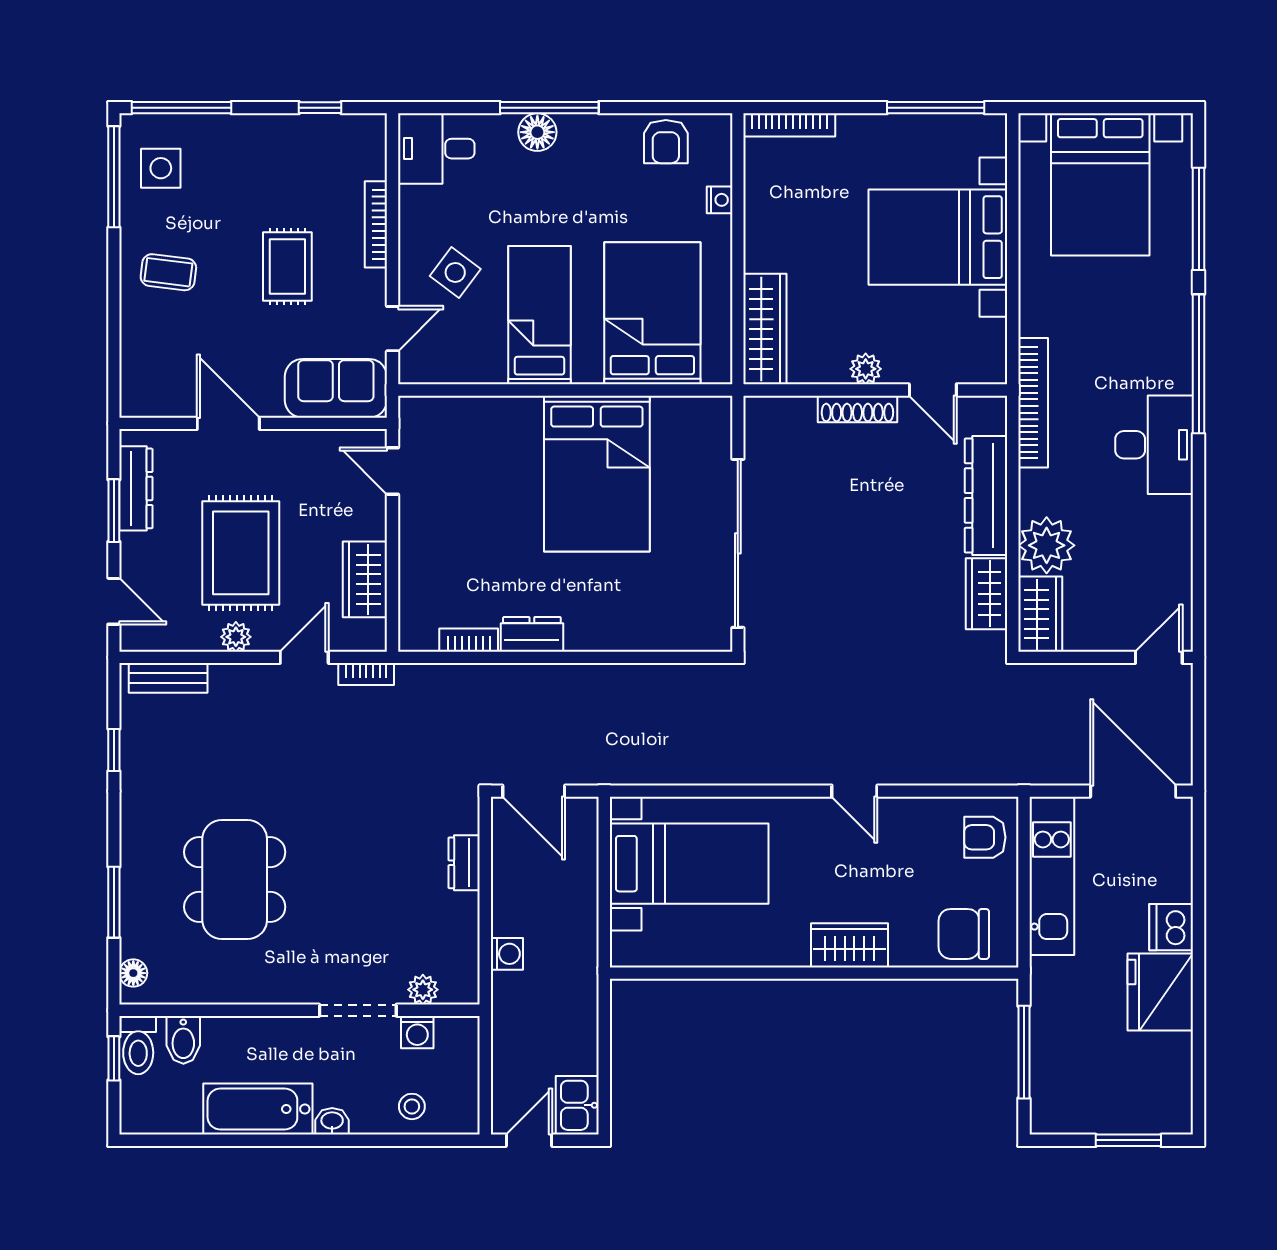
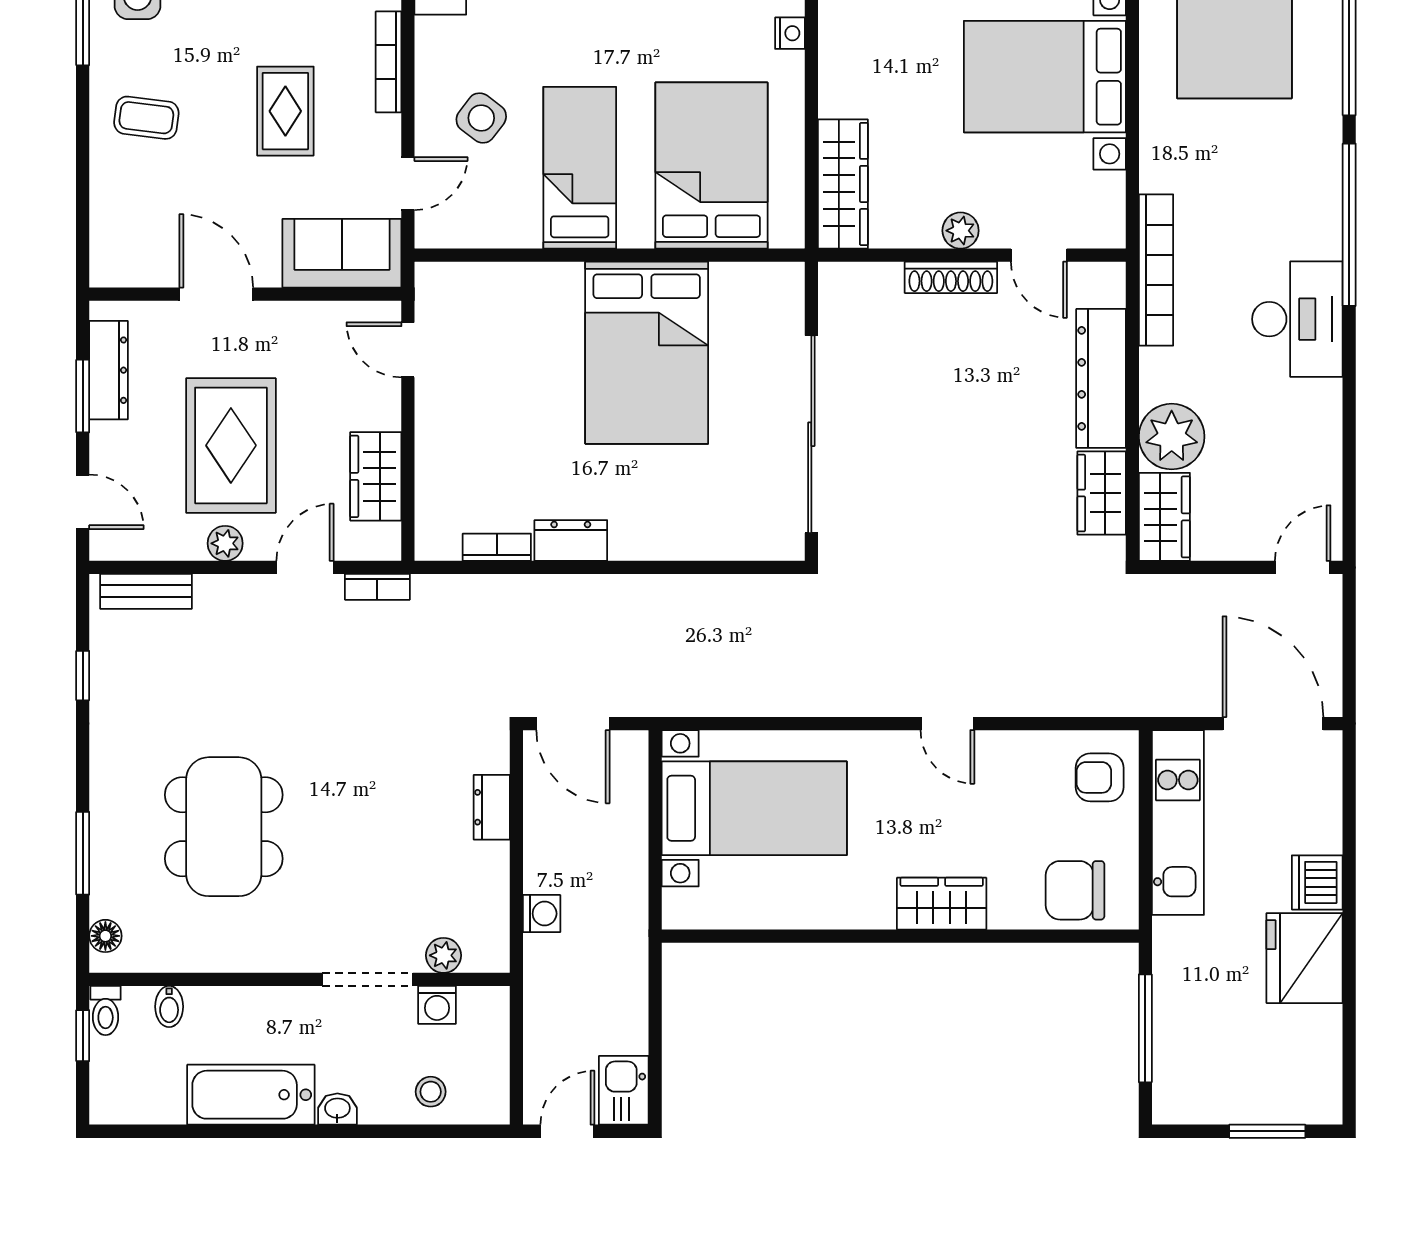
bidet: (183, 1040) -> (169, 1007), width x0.72, depth x0.74
toilet: (138, 1045) -> (106, 1011), width x0.73, depth x0.72

